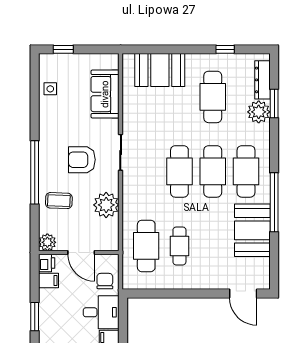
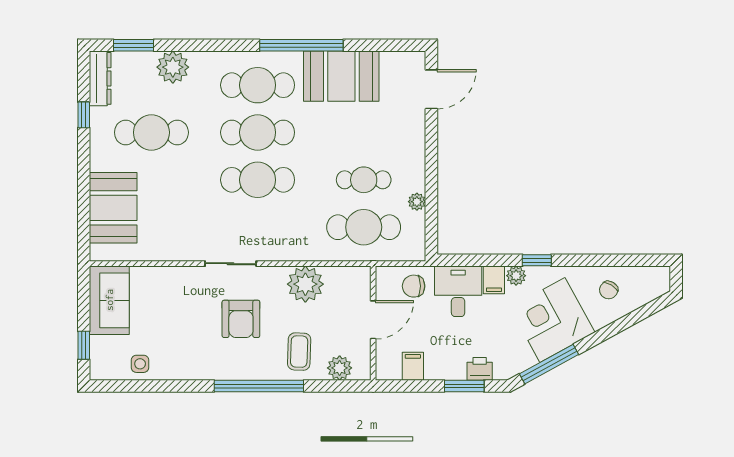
dresser: (262, 80) -> (100, 78), moved, turned -90
sofa: (105, 94) -> (109, 300), moved, turned -90
window: (274, 104) -> (134, 45), moved
plant: (47, 242) -> (340, 368), moved
printer: (47, 263) -> (480, 369), moved
plant: (164, 283) -> (417, 202), added

